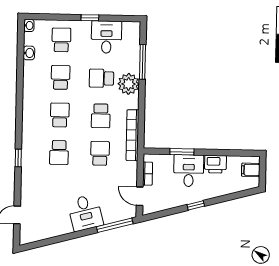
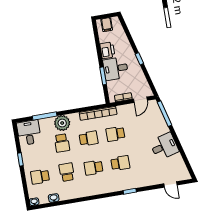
desk: (106, 37) -> (29, 133), moved, turned 90
school desk: (61, 77) -> (67, 172), turned 90
desk: (85, 213) -> (164, 146), moved

